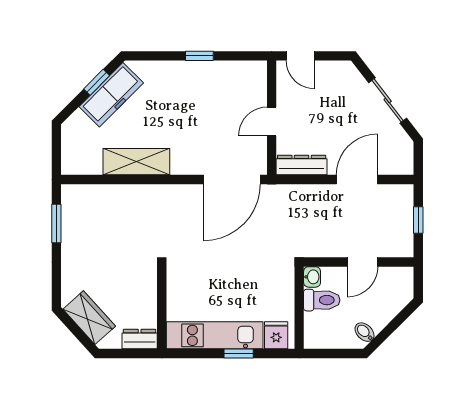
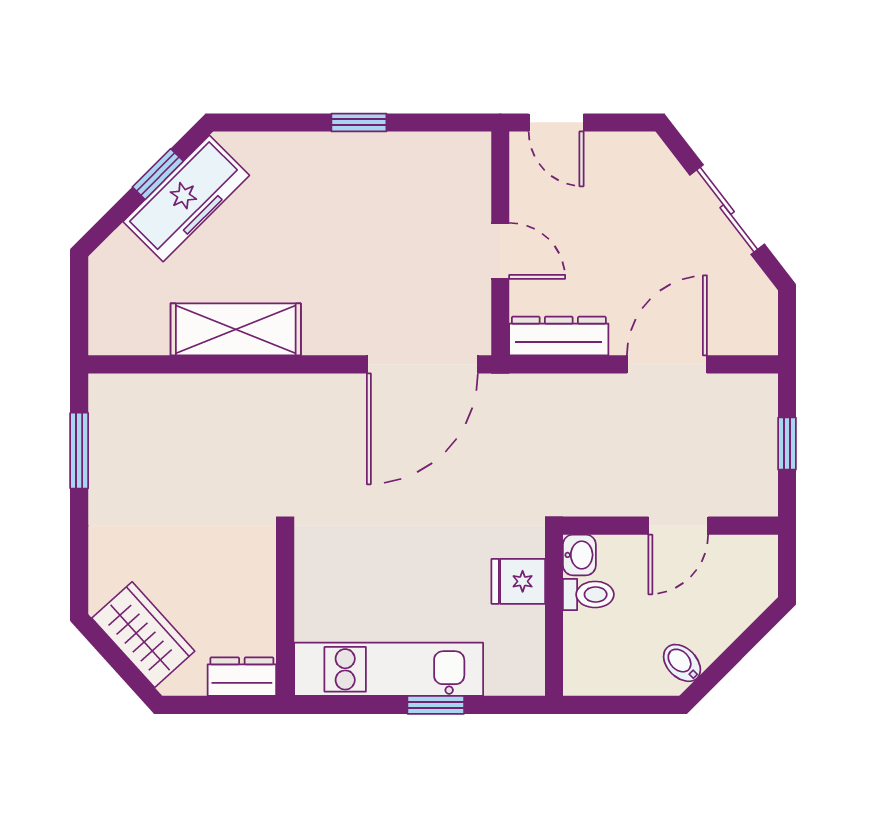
door: (272, 121) -> (500, 251), swing flipped
toilet: (322, 300) -> (588, 594), width x0.73, depth x0.72
fridge: (276, 335) -> (518, 581), moved, turned -90

